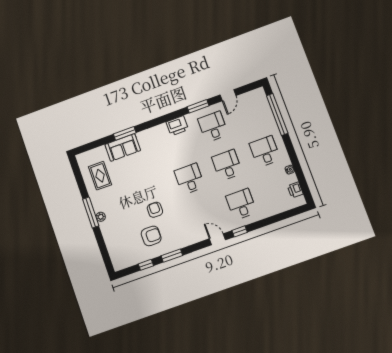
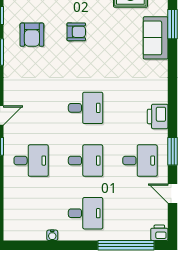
window: (125, 133) -> (173, 24), moved
printer: (295, 190) -> (159, 233), moved
armchair: (155, 210) -> (76, 32), moved

